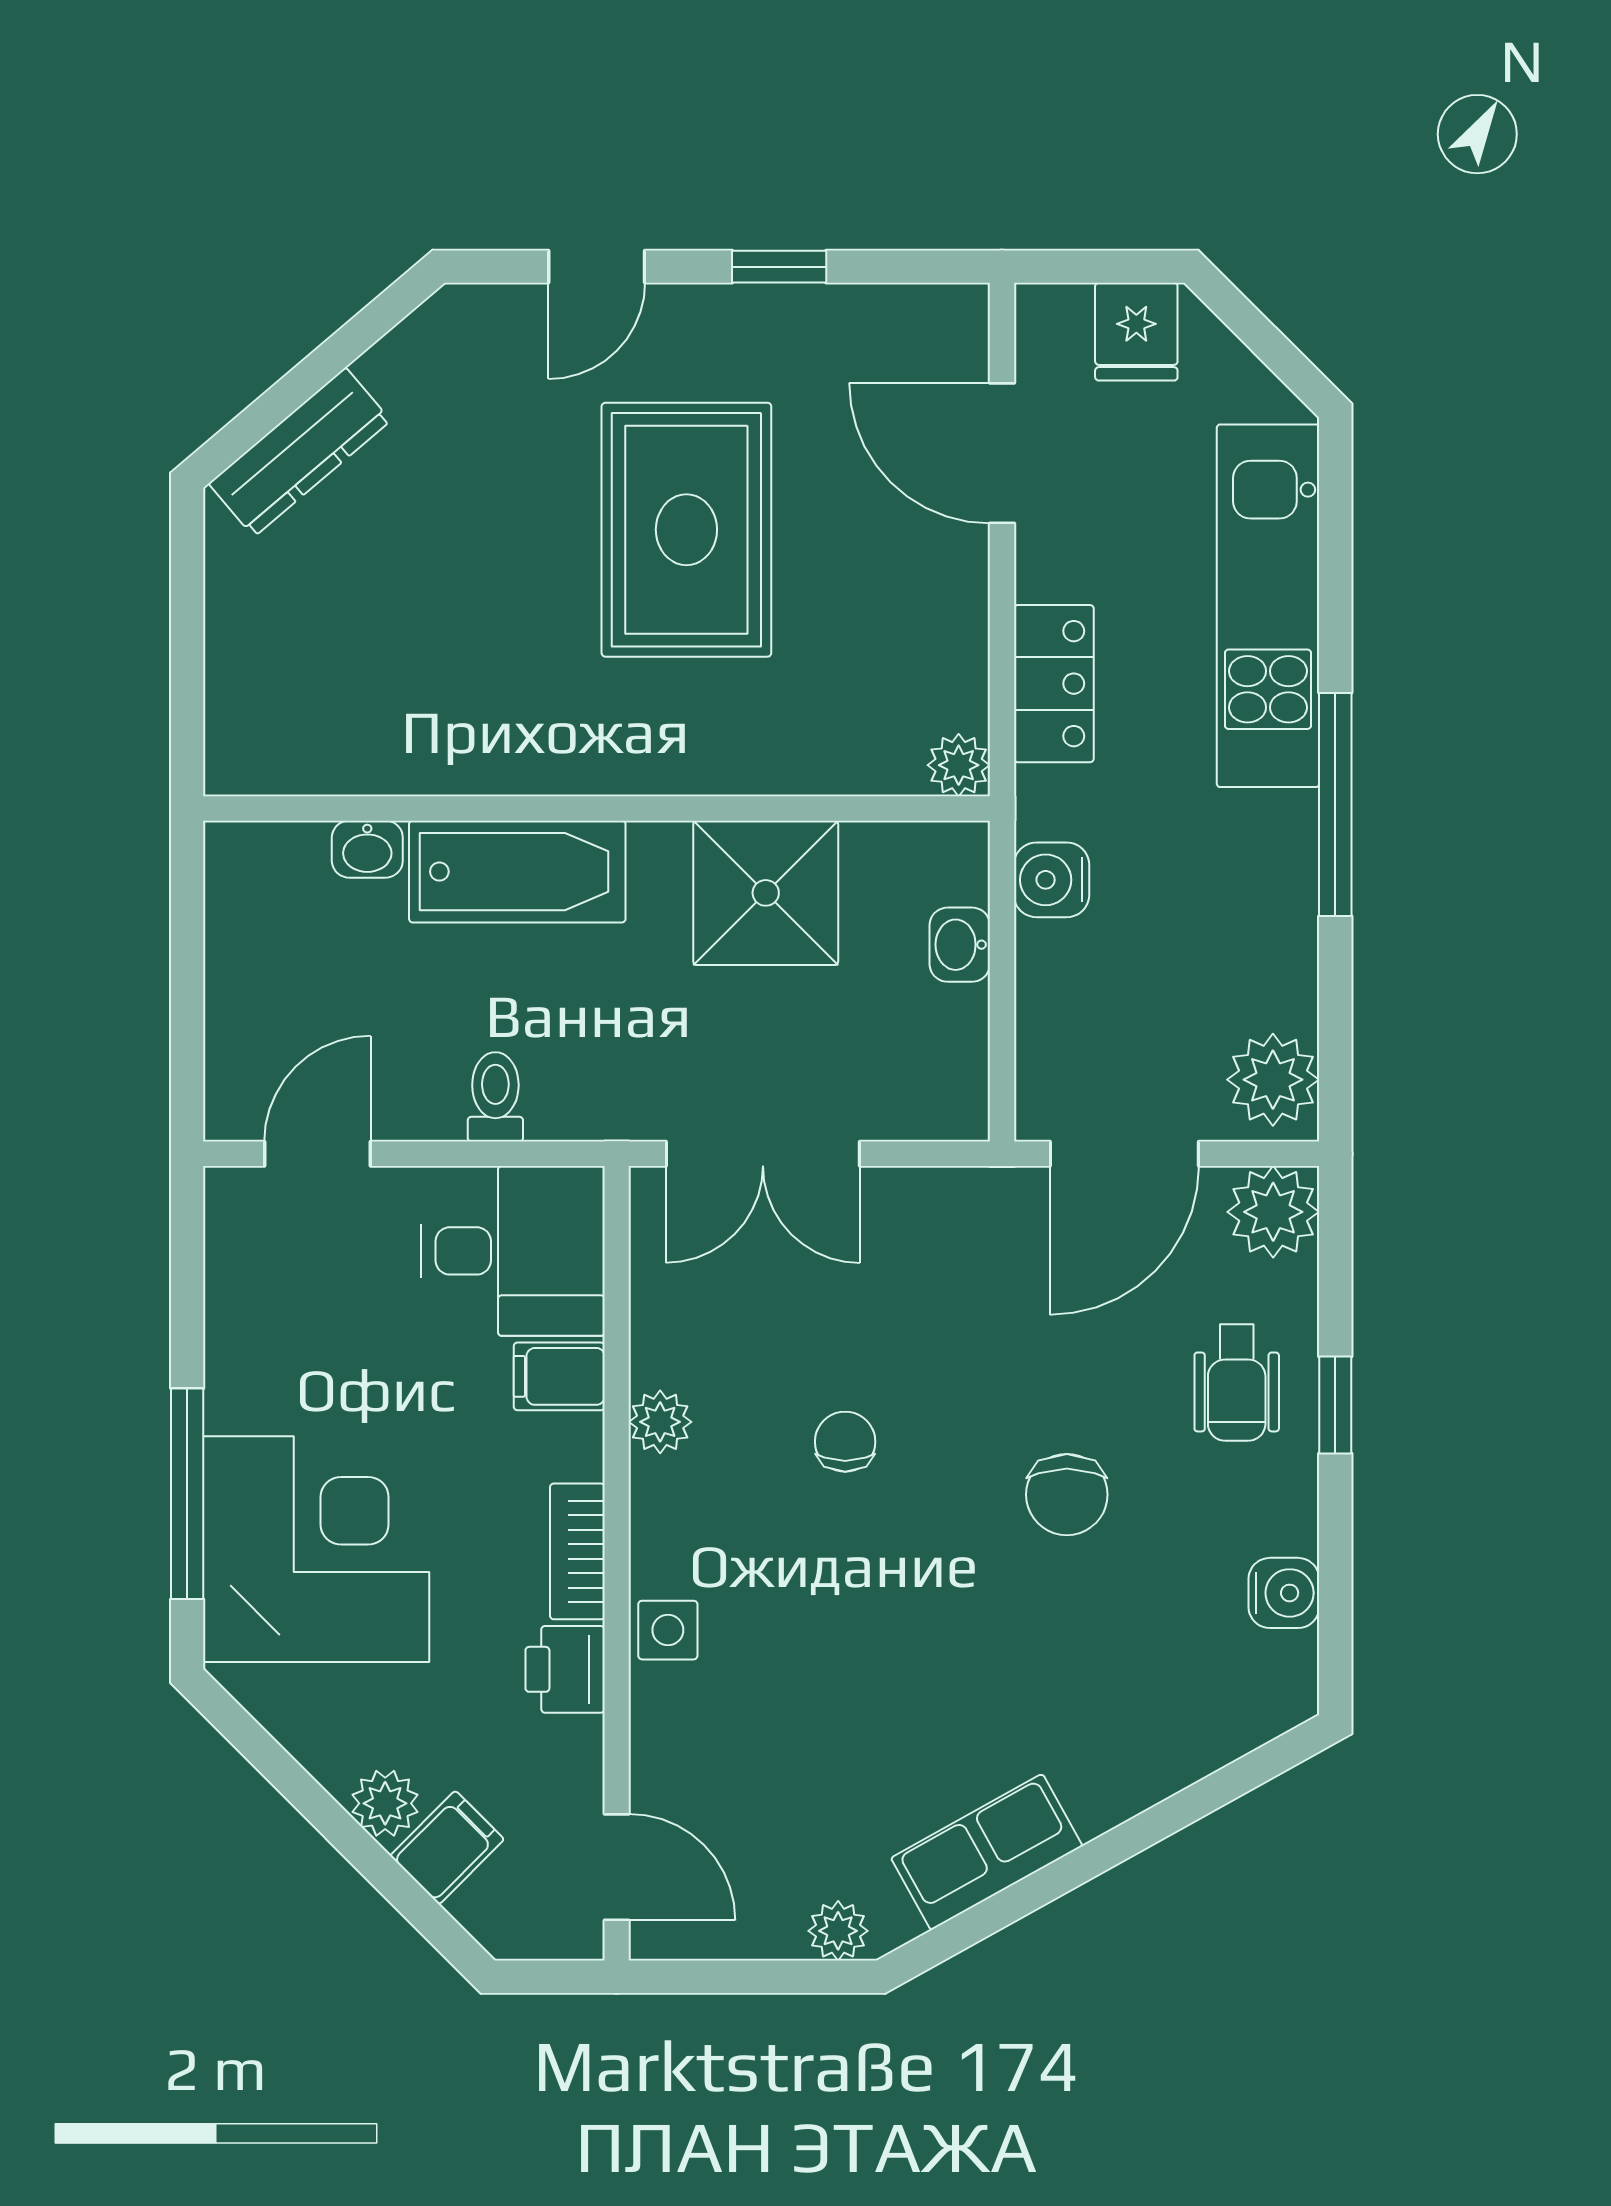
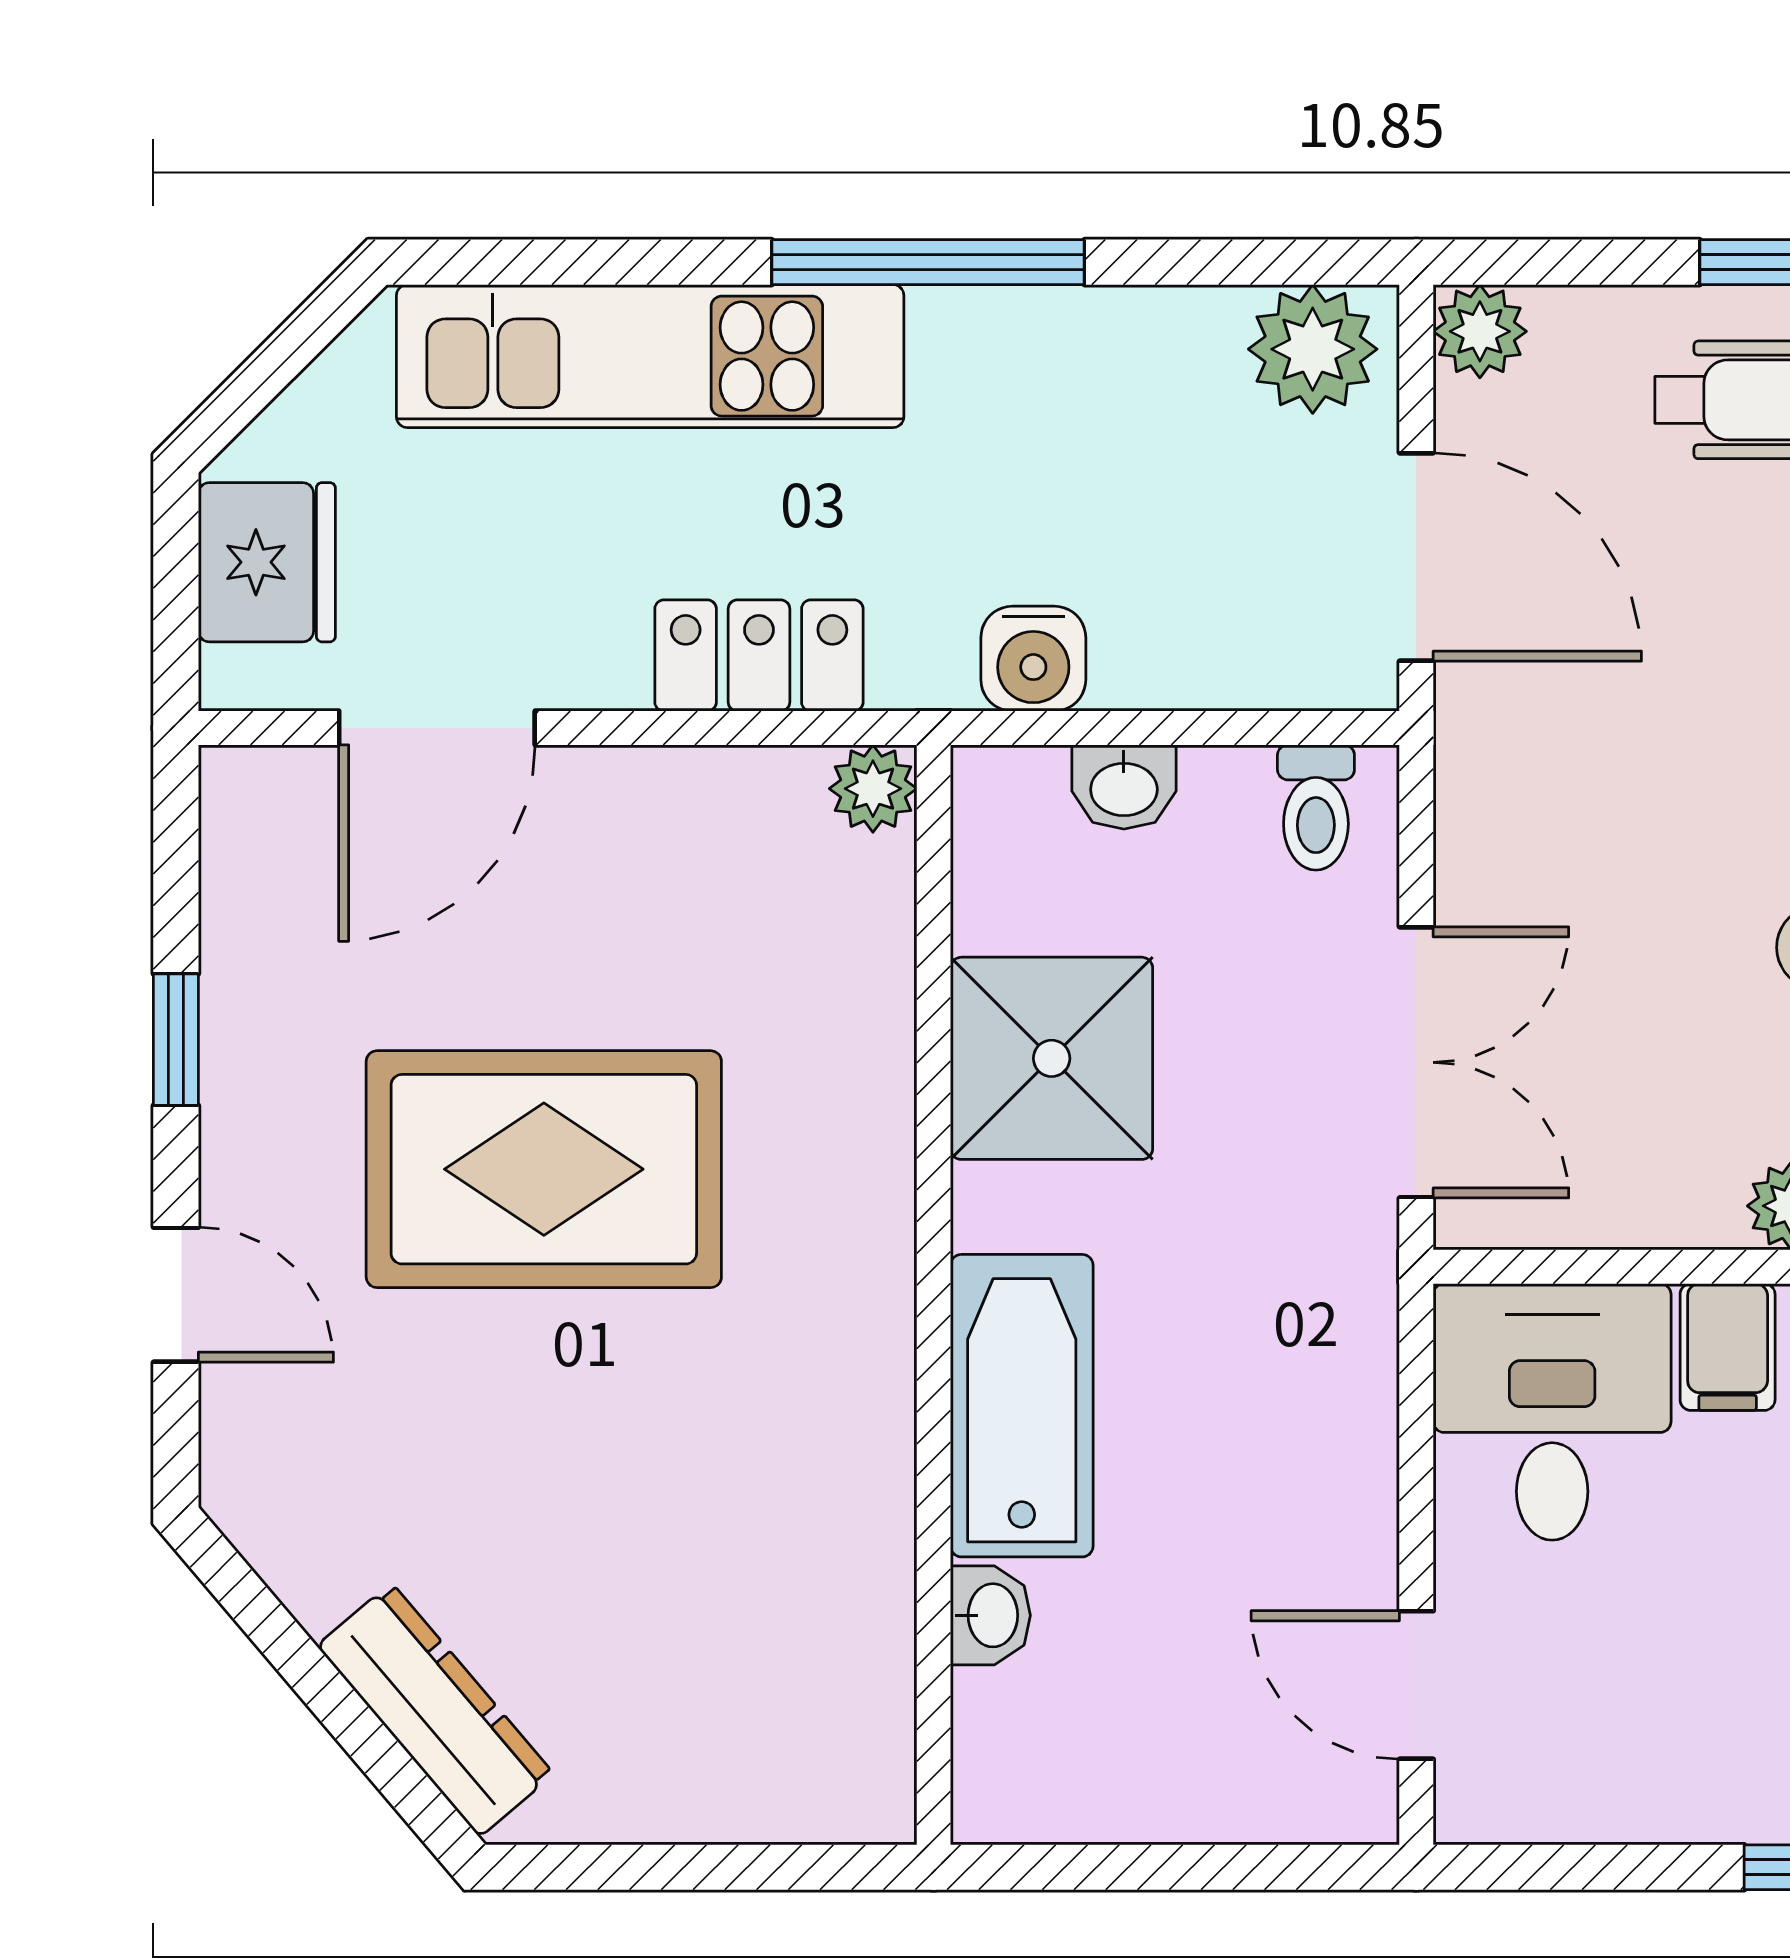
fridge: (1136, 332) -> (267, 562), width x1.38
toilet: (495, 1097) -> (1316, 807), moved, turned -90
plant: (1273, 1212) -> (1480, 331), width x0.73, depth x0.73

